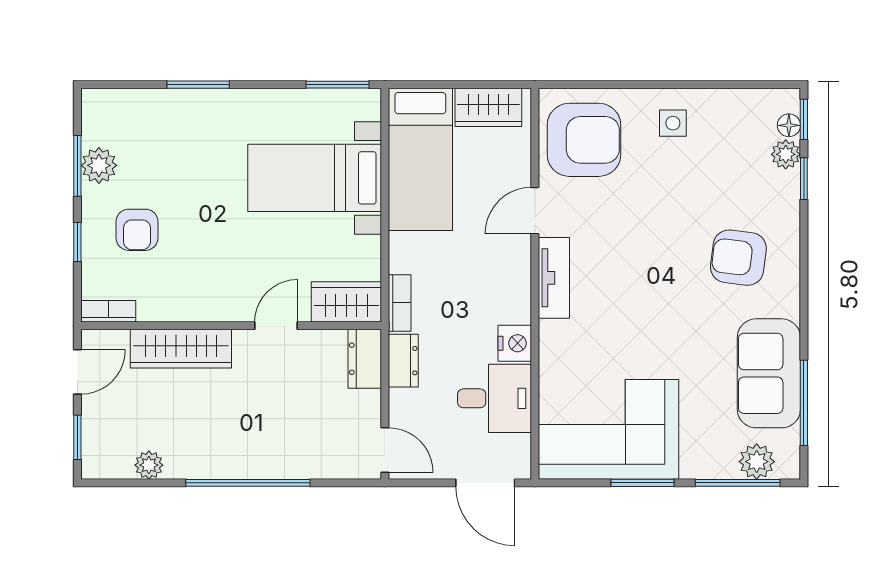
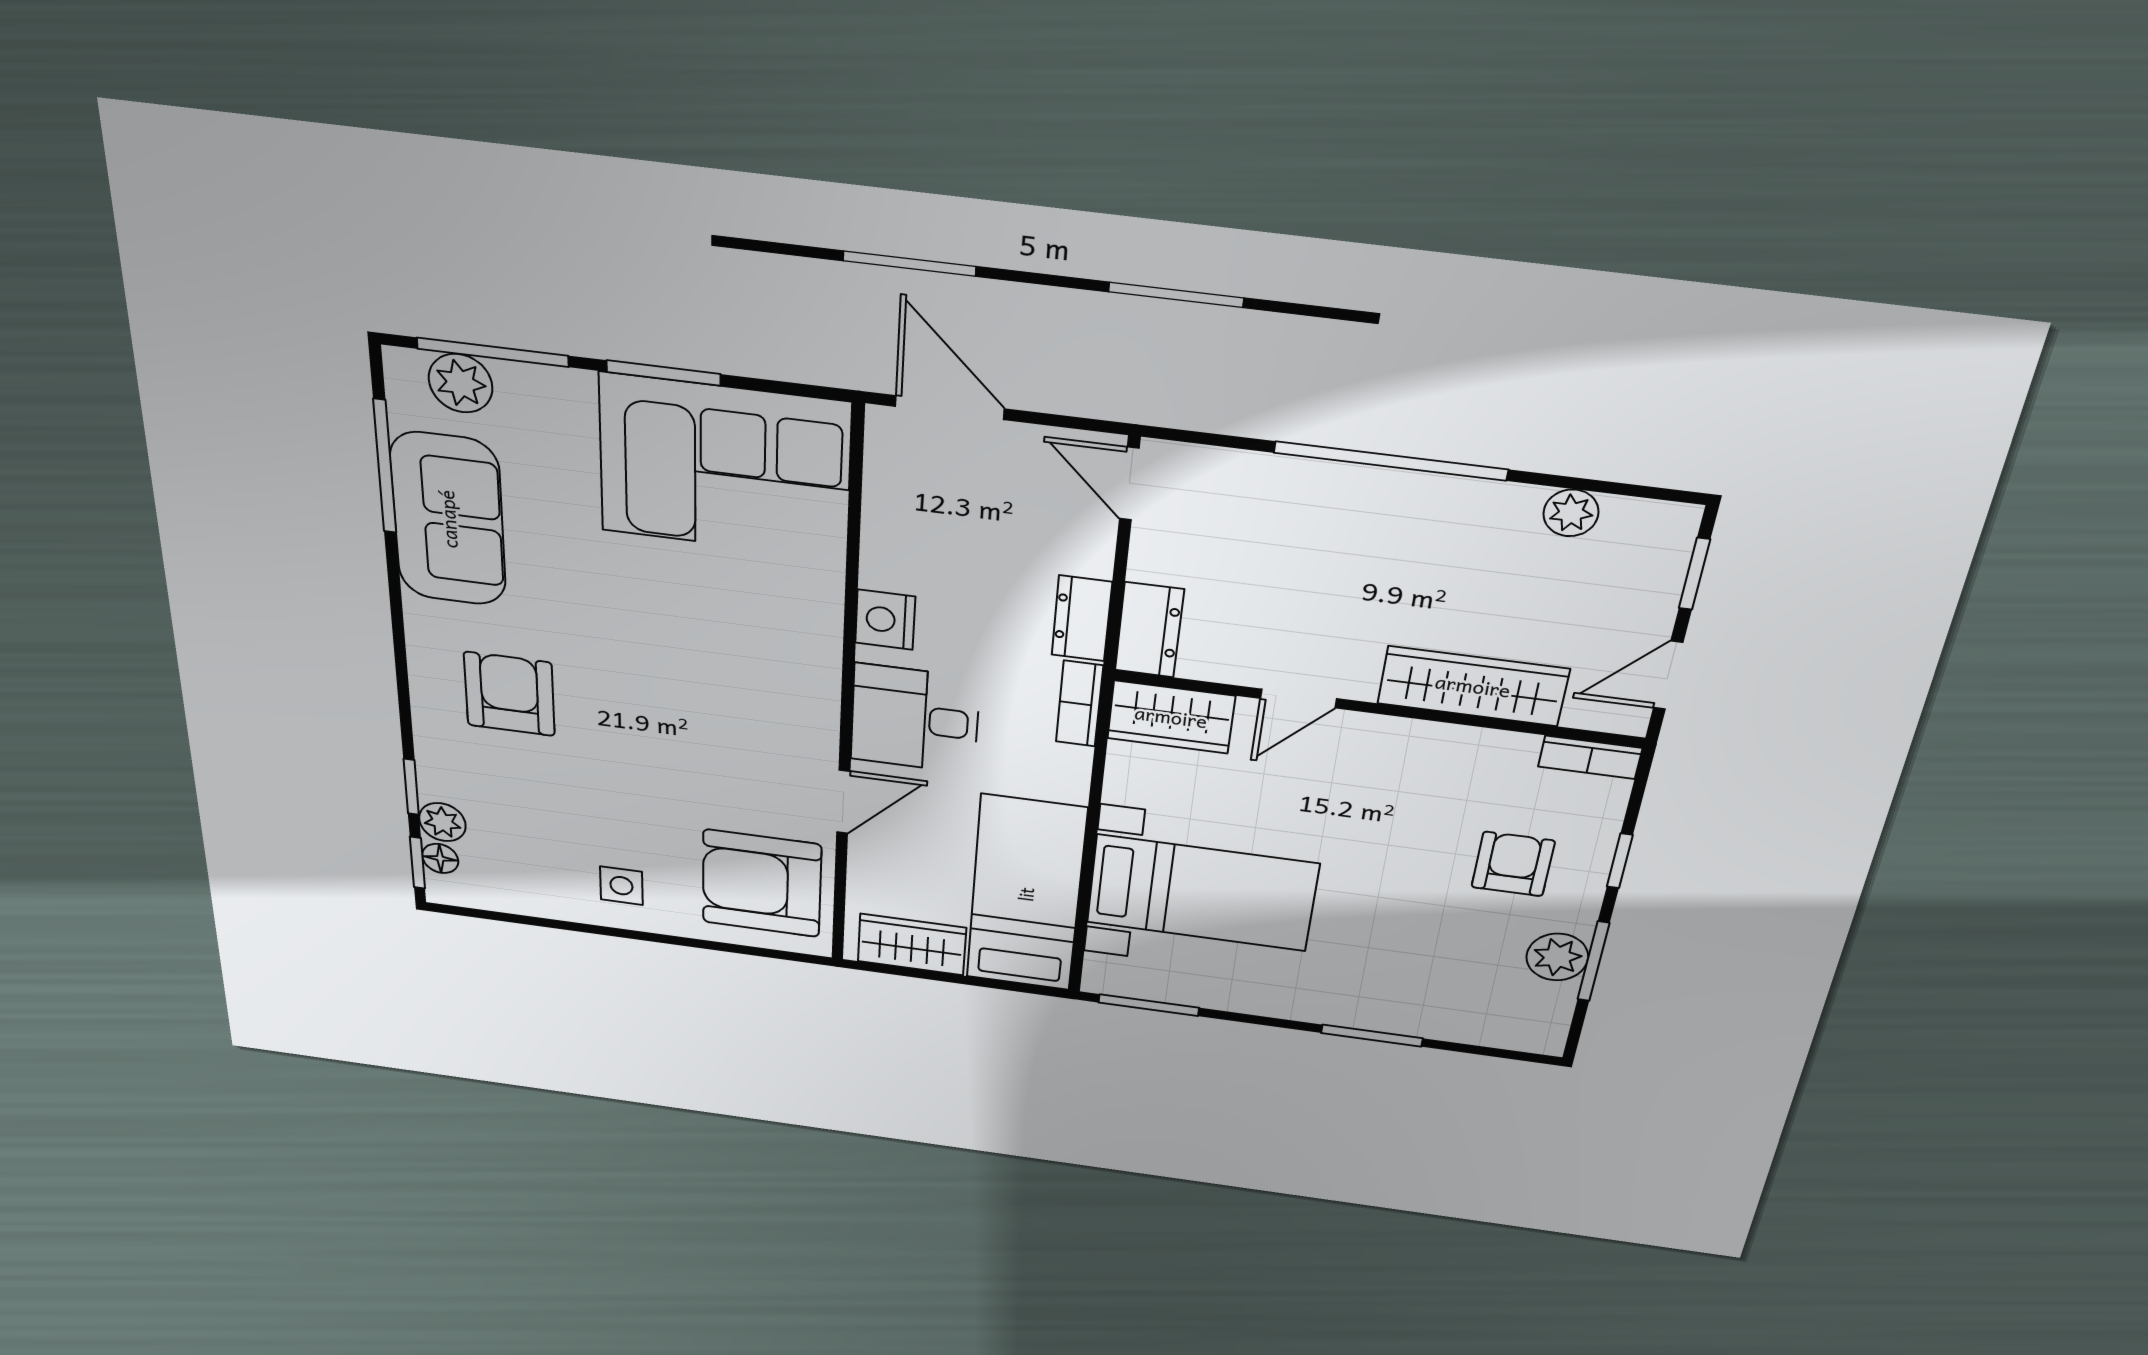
armchair: (738, 258) -> (509, 694), turned -97
tv unit: (554, 278) -> (815, 706), removed
desk: (495, 398) -> (915, 719), moved

